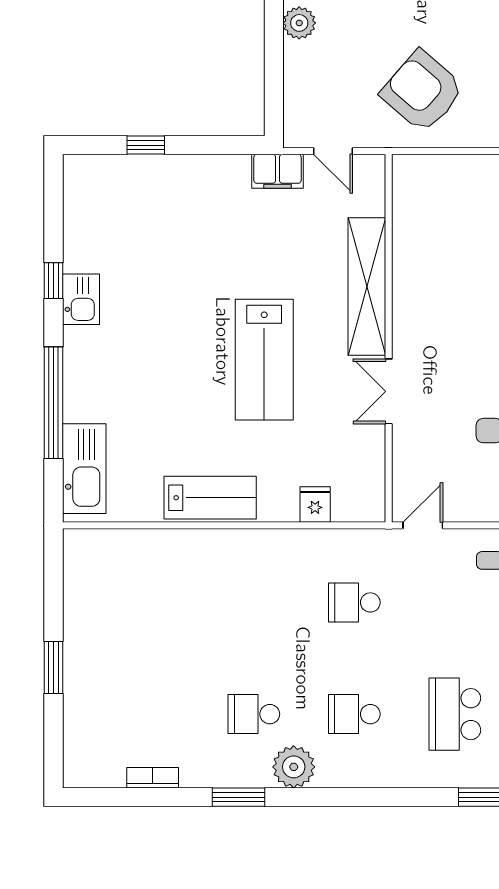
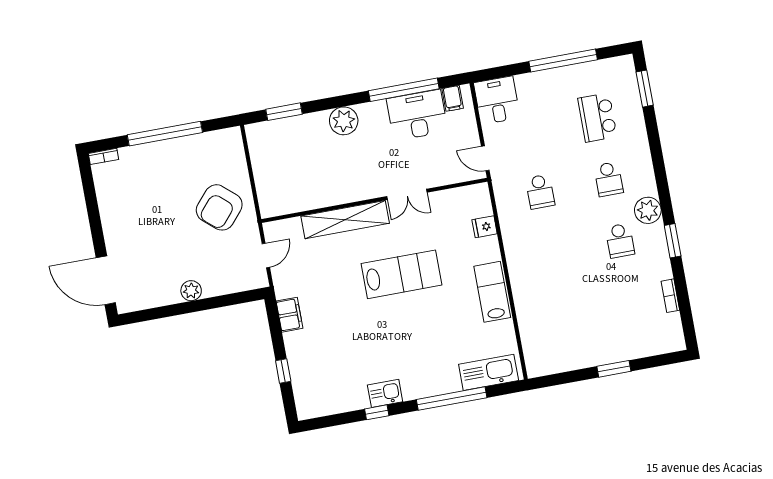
filing cabinet: (278, 171) -> (289, 315), moved
school desk: (455, 714) -> (597, 117), turned 90

